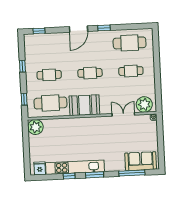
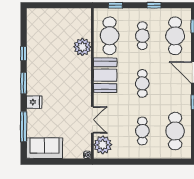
cafe table: (48, 47) -> (175, 36), added
plant: (35, 127) -> (82, 47), moved
sofa: (141, 161) -> (45, 148), moved, turned -90
kitchen unit: (75, 167) -> (34, 61), removed
fridge: (40, 168) -> (34, 102), moved

